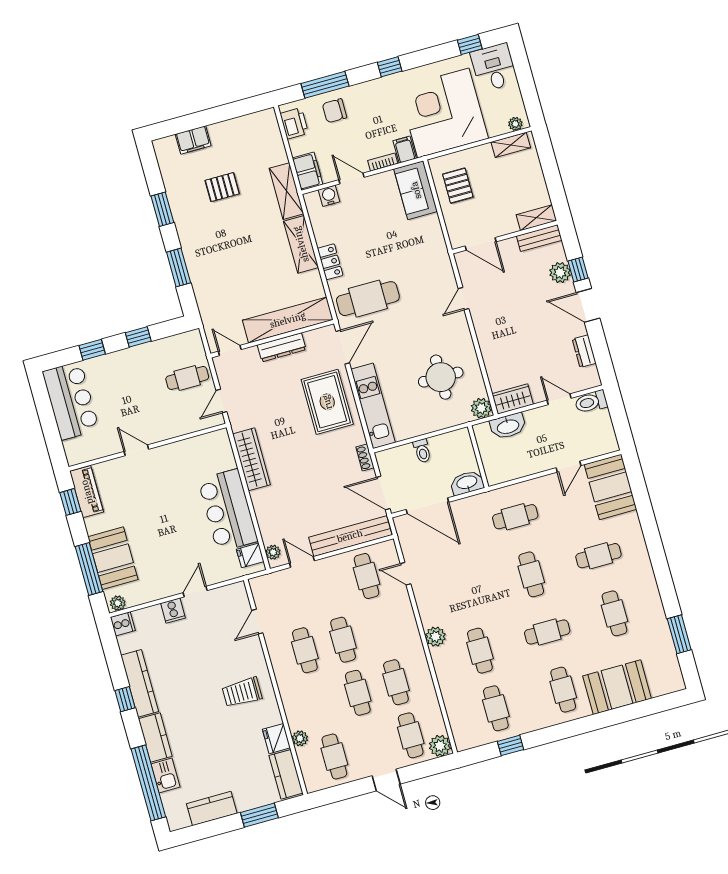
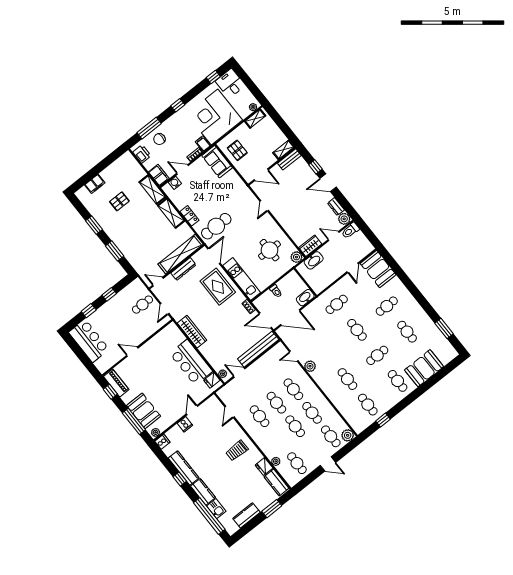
plant: (560, 273) -> (344, 219), moved
cafe table: (367, 576) -> (293, 389), moved
plant: (435, 637) -> (310, 366), moved

